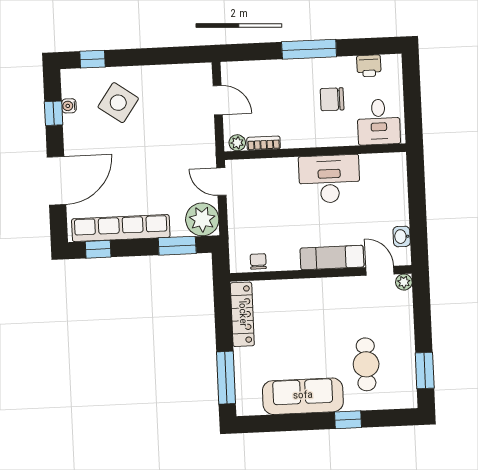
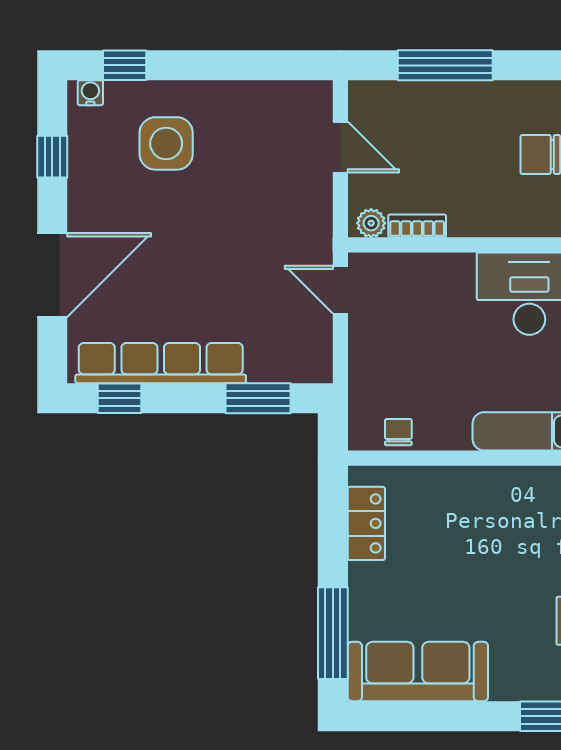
window: (309, 49) -> (445, 65), moved
side table: (118, 103) -> (166, 143), turned -35
water cooler: (69, 106) -> (90, 93), moved, turned 90
plant: (202, 219) -> (304, 354), removed
locker: (242, 314) -> (366, 523), width x0.66
sofa: (303, 396) -> (418, 672), moved

